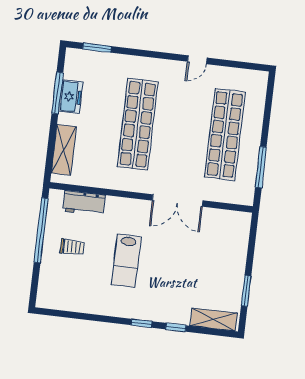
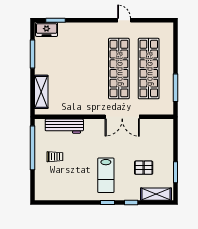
door: (197, 60) -> (124, 20), swing flipped
freezer: (71, 97) -> (47, 30), moved, turned 90
shop shelf: (138, 124) -> (119, 69), moved
workbench: (84, 203) -> (64, 126), width x1.38
lab bench: (126, 261) -> (106, 175), moved
pallet: (200, 279) -> (144, 168), added

